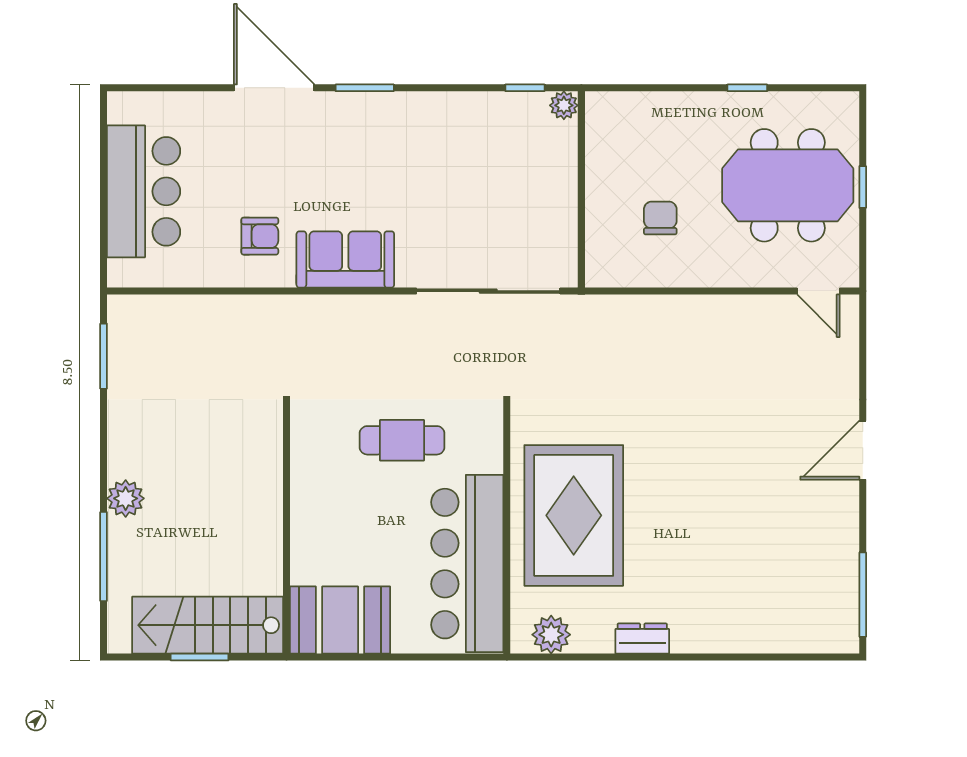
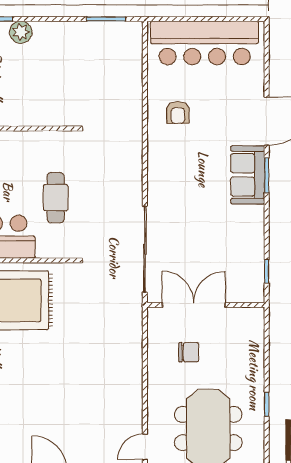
plant: (564, 105) -> (256, 294), removed
bar counter: (144, 191) -> (205, 43), width x1.36
double door: (581, 209) -> (194, 305), added
sofa: (345, 259) -> (248, 175), moved, turned 180

